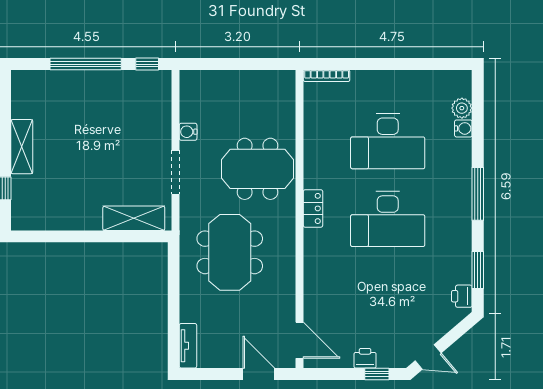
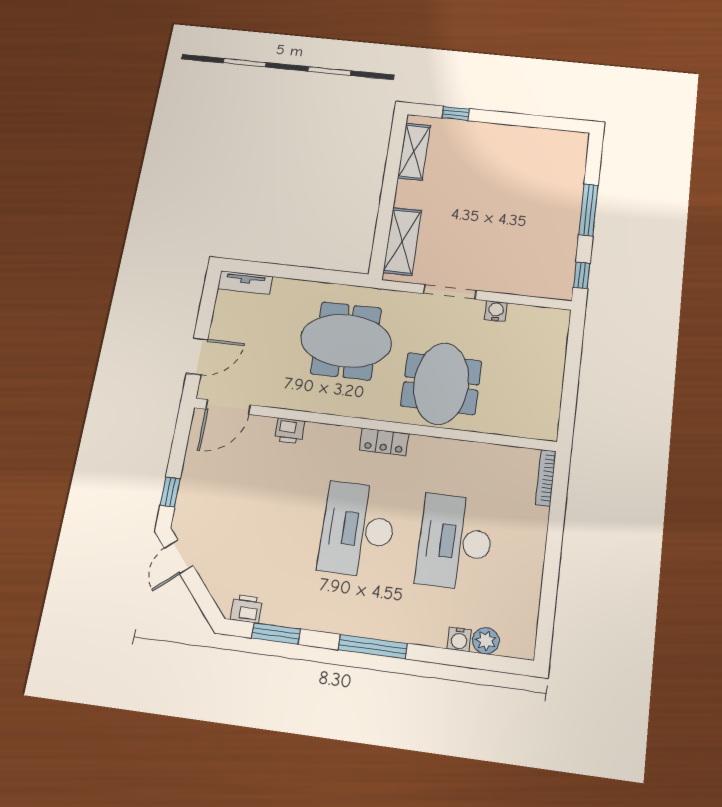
window: (86, 64) -> (588, 210), width x0.68
shelving: (22, 147) -> (414, 152), moved, turned 90
printer: (365, 358) -> (290, 431), moved, turned 90

